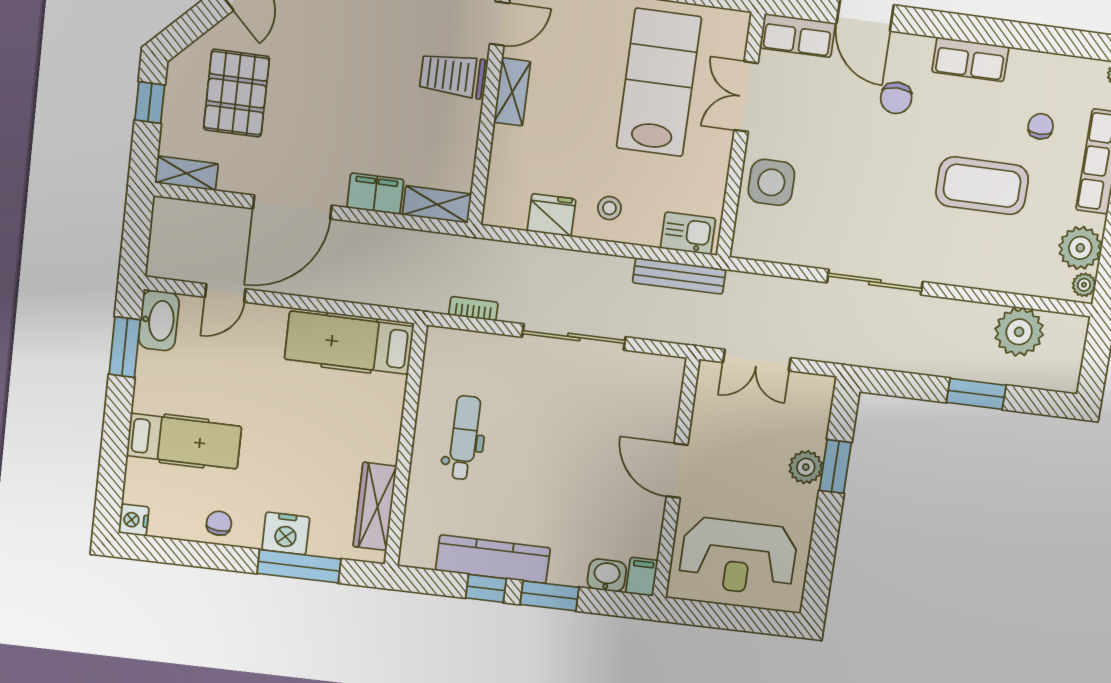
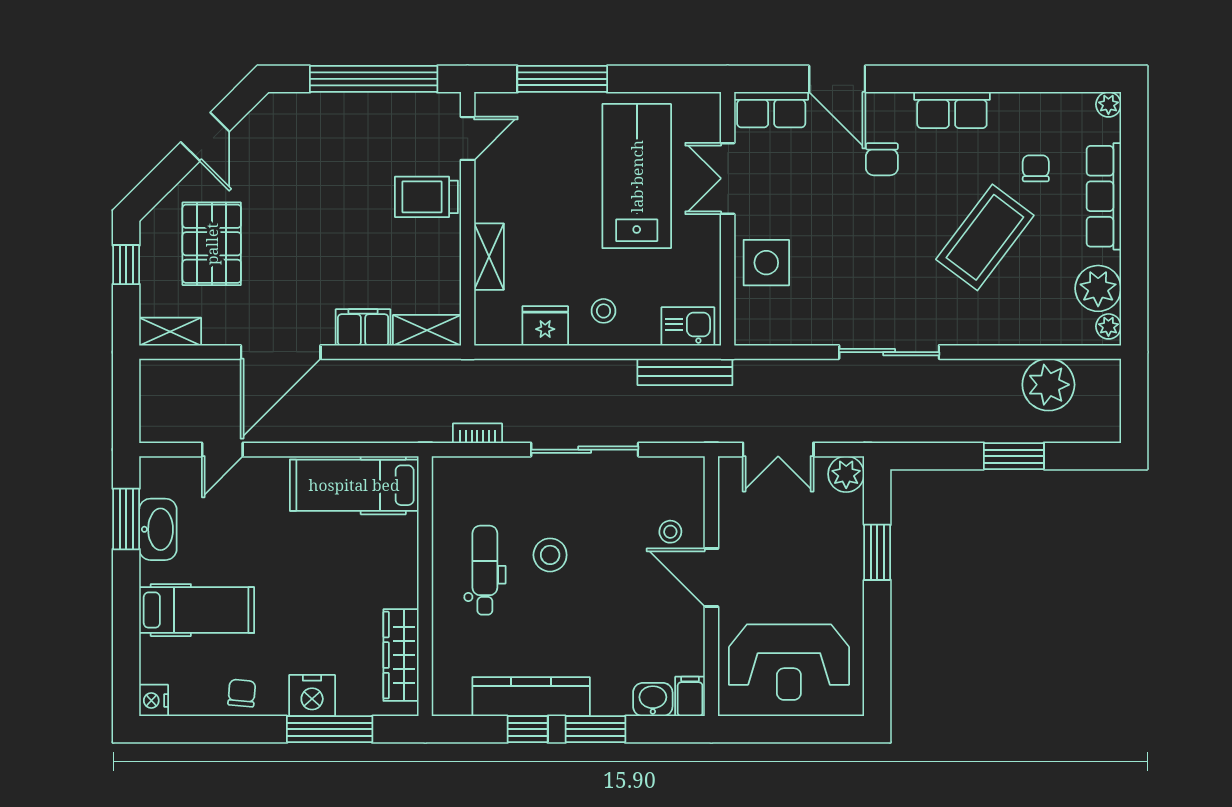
shelving: (512, 92) -> (489, 257), moved
coffee table: (982, 186) -> (985, 237), turned -53
washbasin: (159, 320) -> (158, 529), moved
stool: (645, 424) -> (670, 532), added
stool: (528, 431) -> (550, 555), added
plant: (806, 467) -> (846, 474), moved

